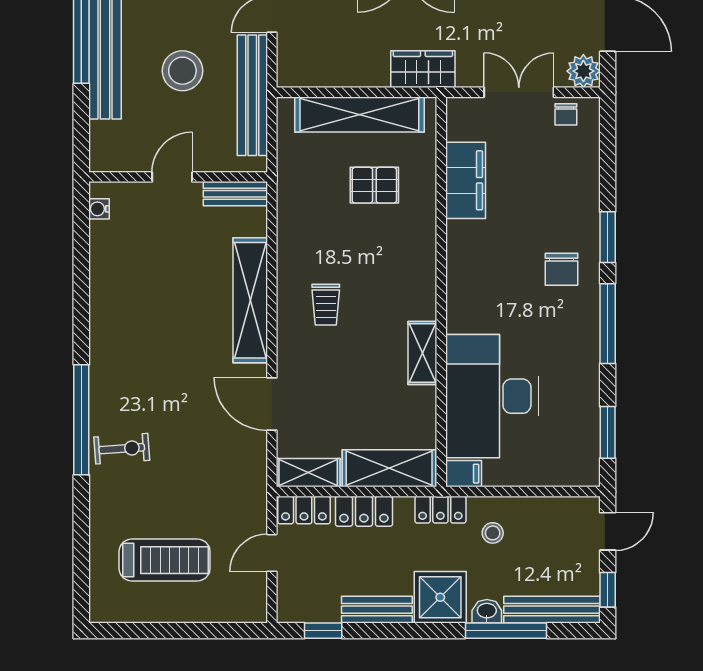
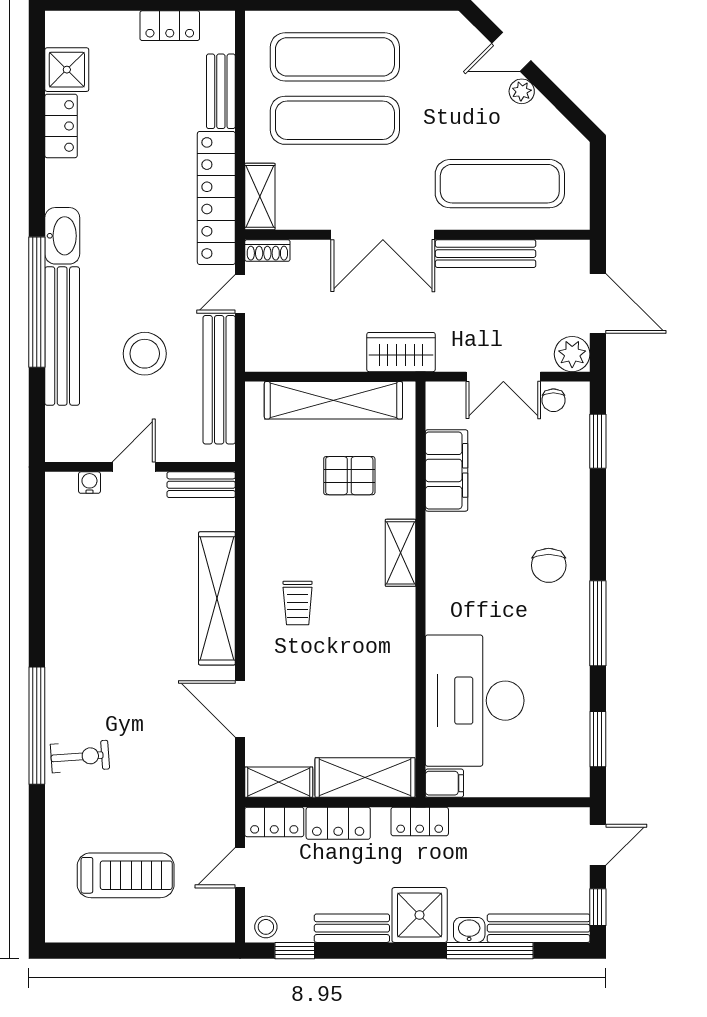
double door: (519, 92) -> (503, 377), swing flipped
water cooler: (99, 209) -> (89, 483), moved, turned 90
window: (608, 237) -> (598, 441), moved
shelving: (422, 353) -> (401, 553), moved
stool: (493, 533) -> (266, 927), moved

